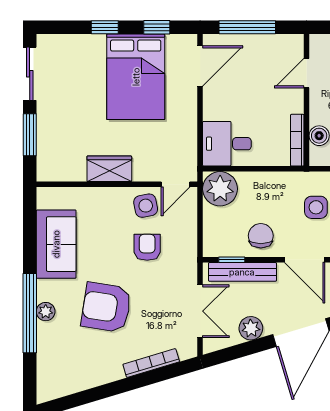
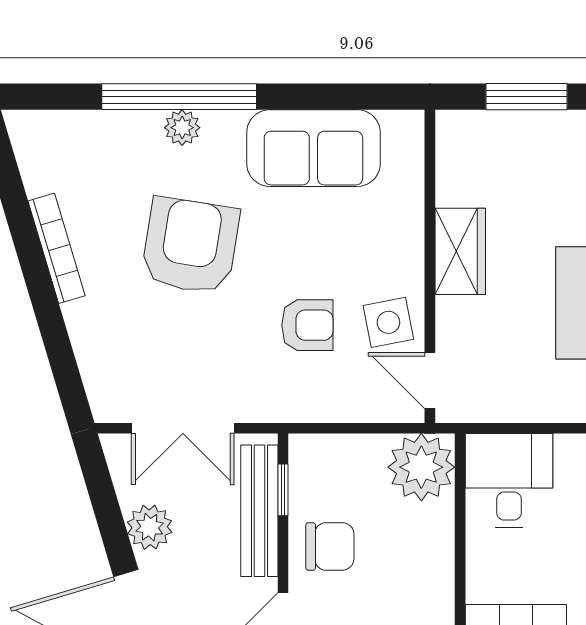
bookcase: (151, 363) -> (57, 248), moved

